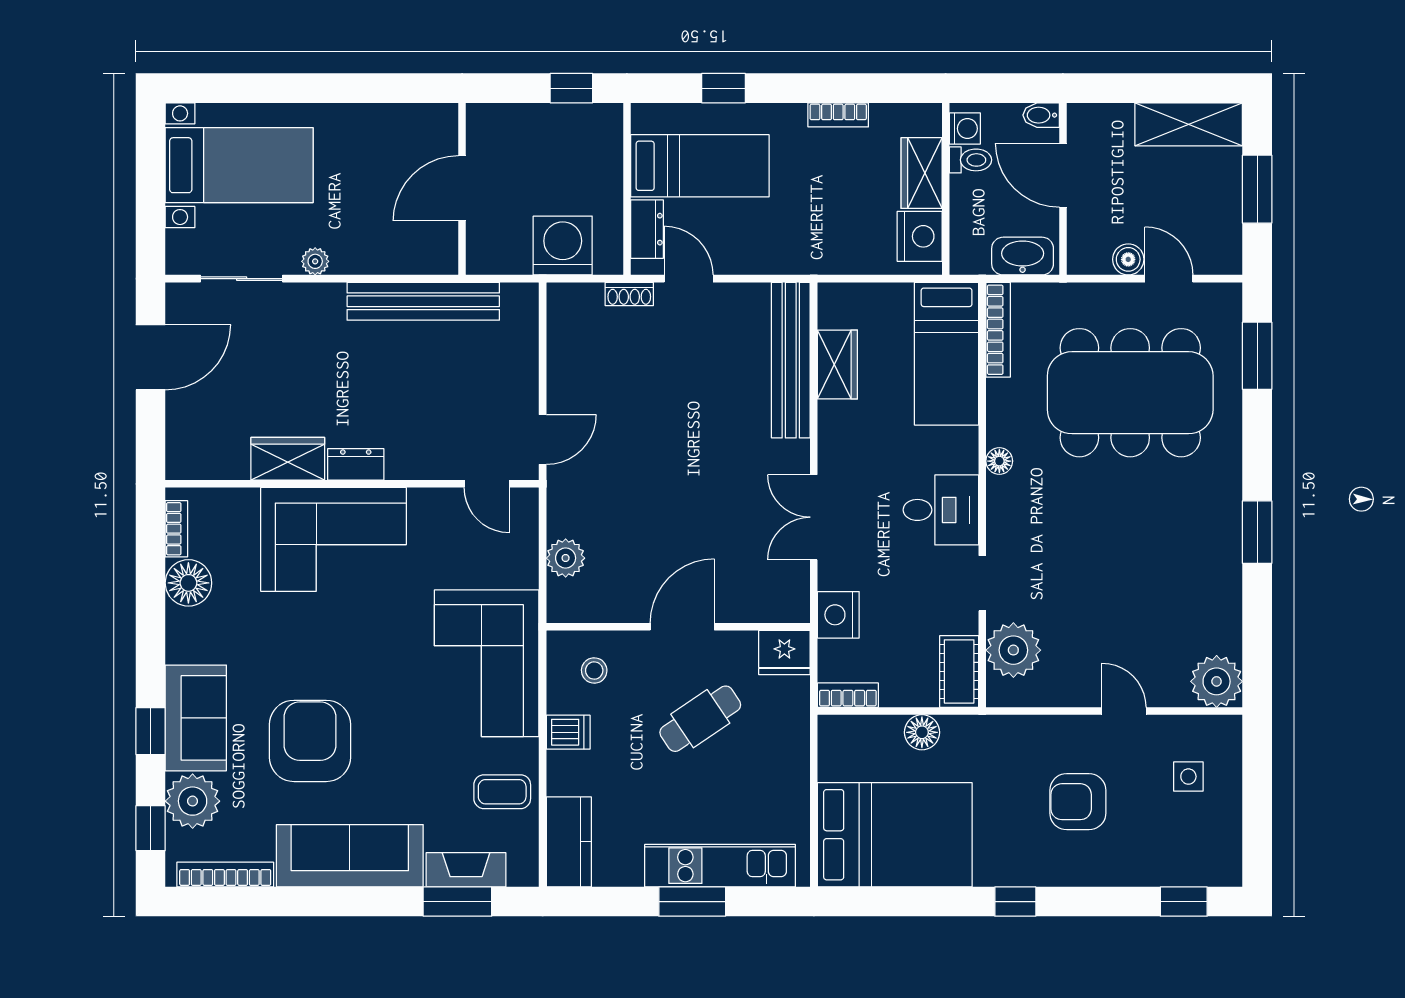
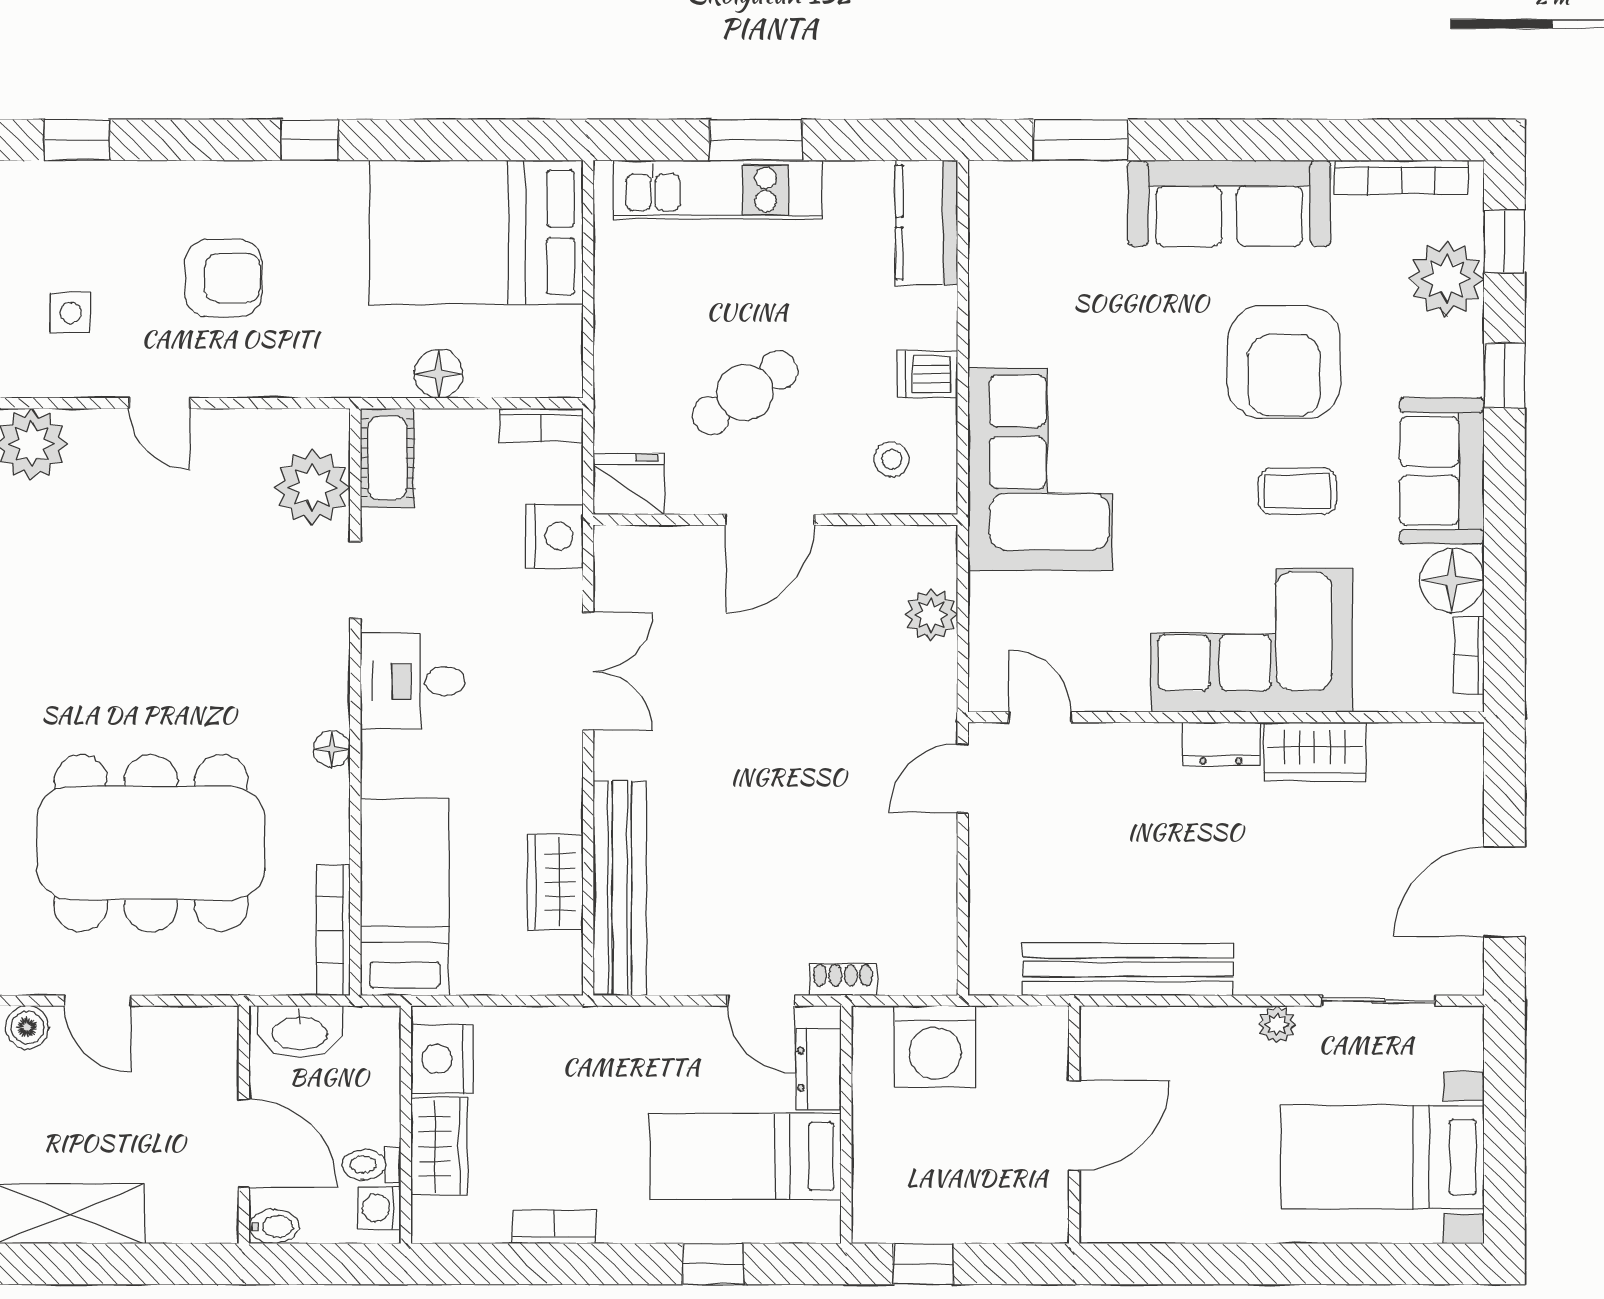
boiler: (1128, 259) -> (27, 1027), moved
sofa: (196, 718) -> (1442, 471), moved
coffee table: (502, 792) -> (1298, 491), moved
fireplace: (466, 870) -> (1069, 184), removed

